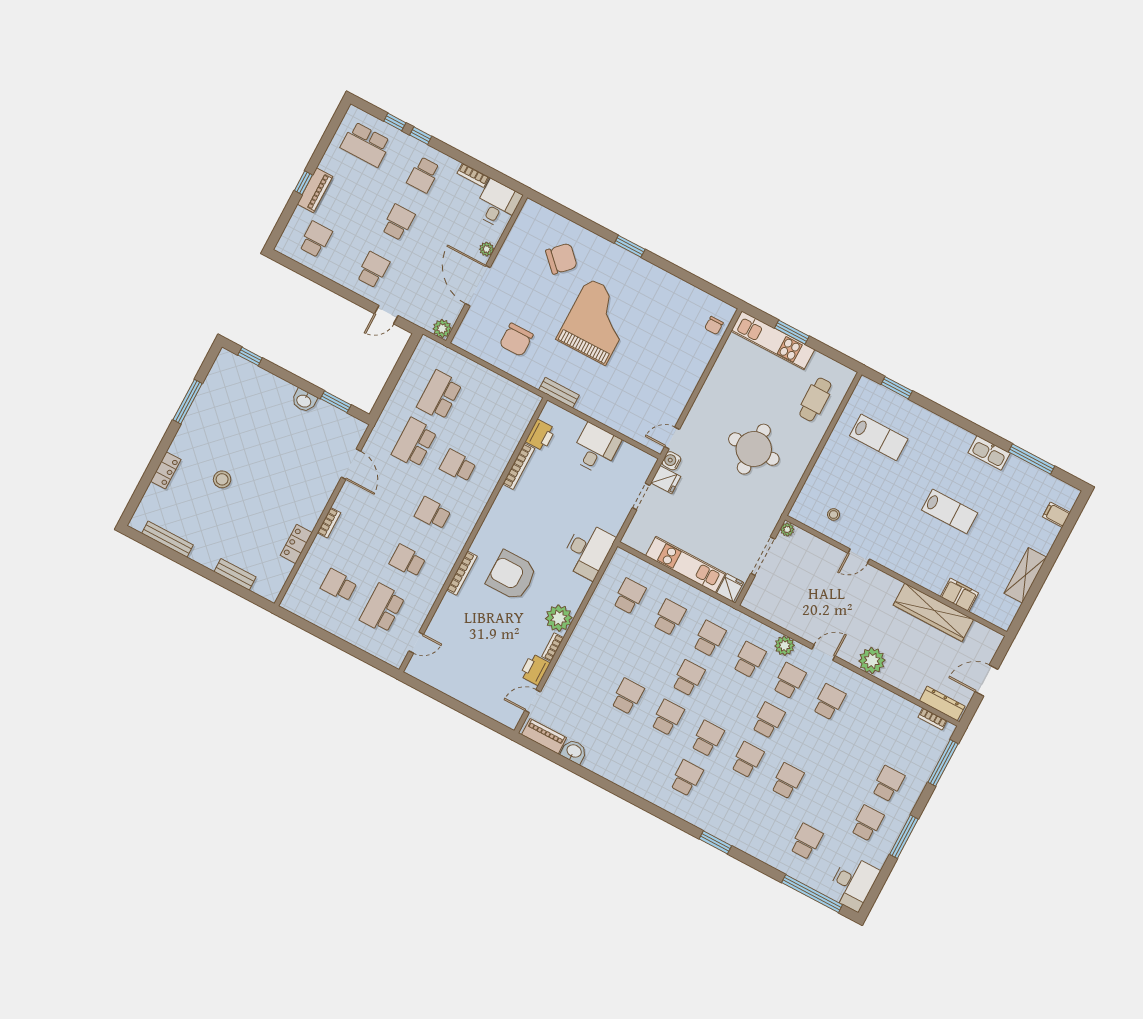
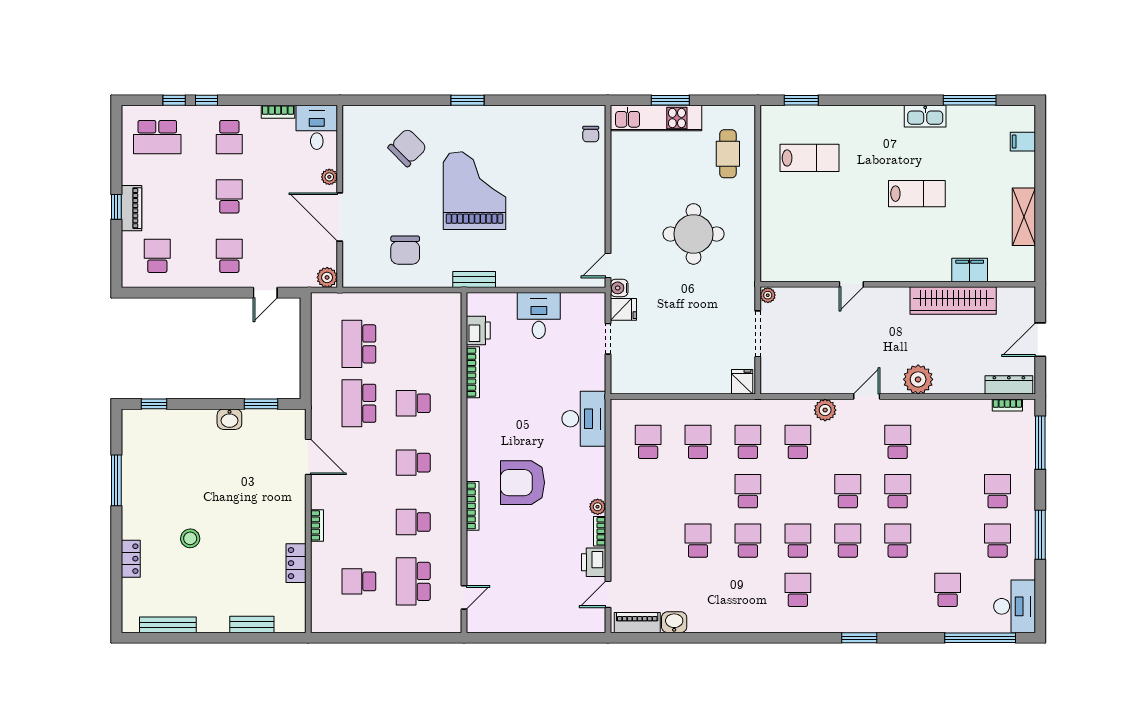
stool: (834, 515) -> (805, 257), removed
kitchen unit: (685, 564) -> (686, 382), removed
plant: (559, 618) -> (598, 507), width x0.53, depth x0.53
school desk: (789, 681) -> (898, 491), moved

